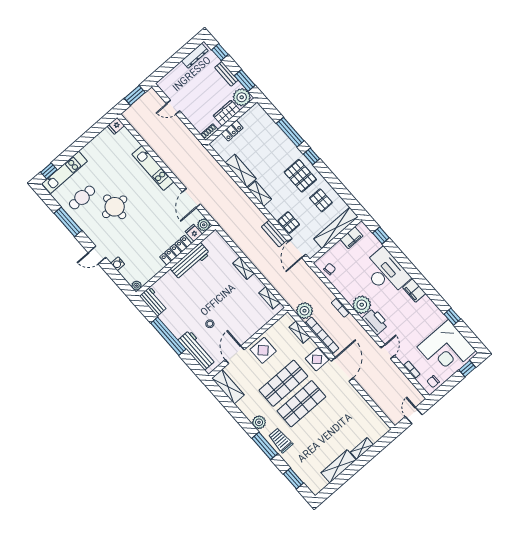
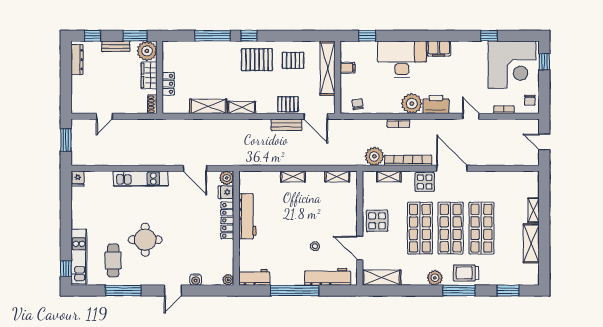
filing cabinet: (352, 238) -> (347, 68), width x0.50
shop shelf: (319, 424) -> (481, 228), added

